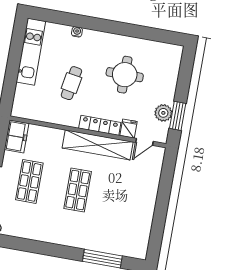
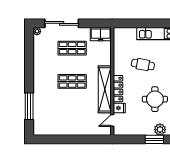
plant: (163, 113) -> (160, 130), moved
window: (178, 116) -> (154, 139), moved
door: (144, 142) -> (112, 120), hinge flipped

